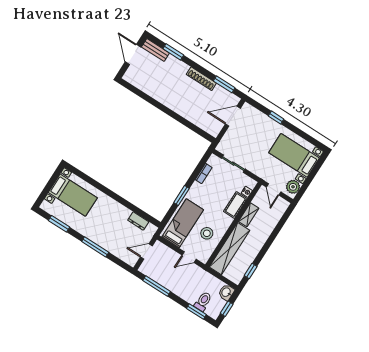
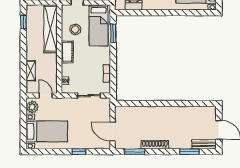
door: (233, 116) -> (113, 132), swing flipped
window: (181, 195) -> (113, 33), moved
cot: (235, 205) -> (67, 52), moved
shelving: (249, 215) -> (31, 71), moved

